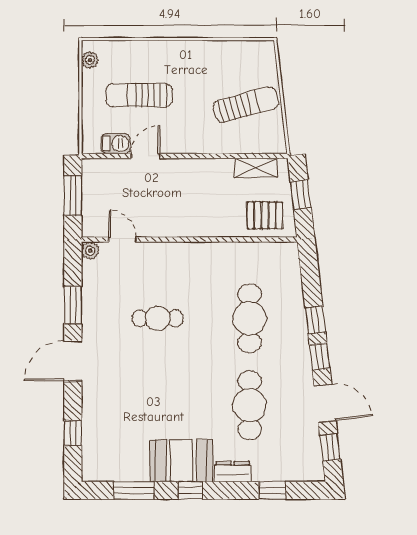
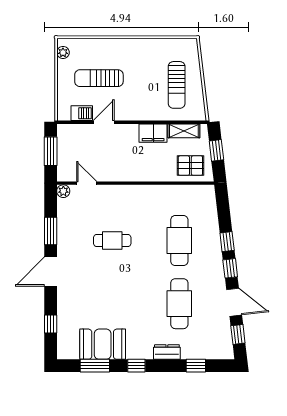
sun lounger: (246, 105) -> (177, 85), turned 105
filing cabinet: (214, 171) -> (153, 133), added
booth: (181, 461) -> (103, 344), moved

